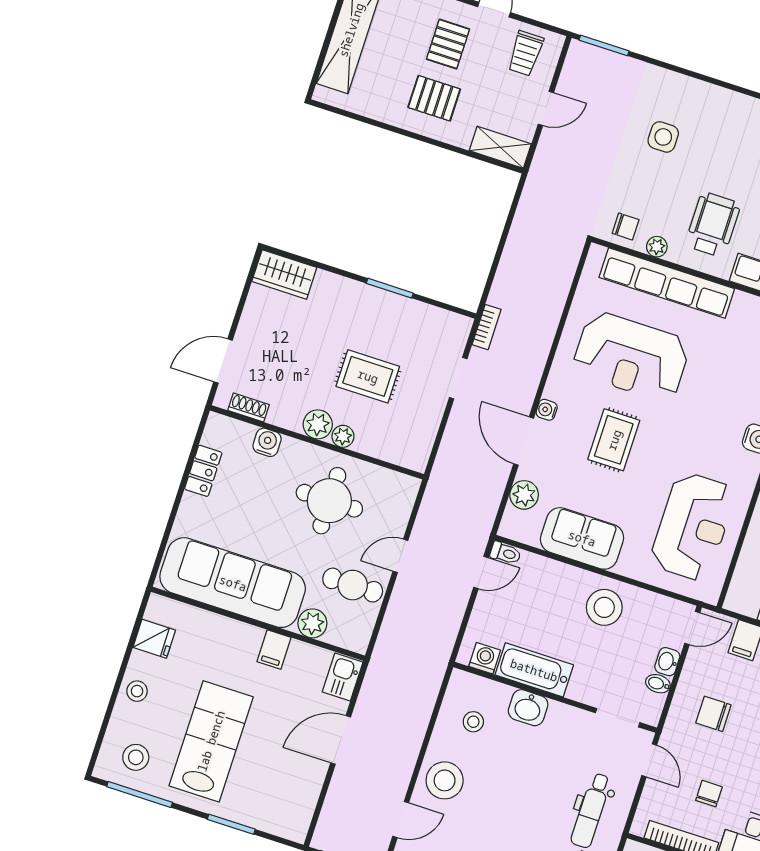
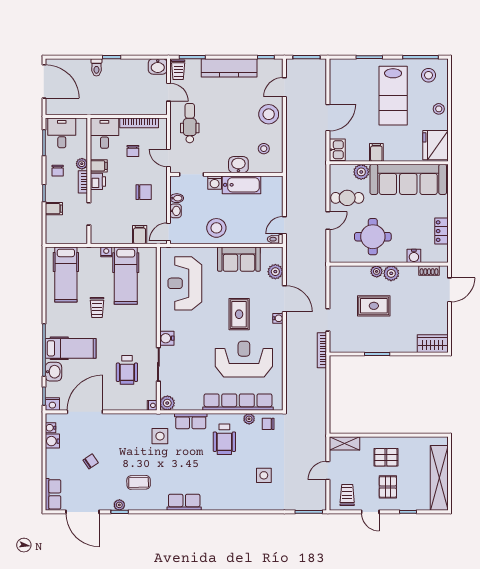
bookcase: (487, 327) -> (322, 350), width x1.56
fridge: (154, 639) -> (436, 145), width x1.88, depth x1.34
washing machine: (485, 658) -> (215, 183), moved

